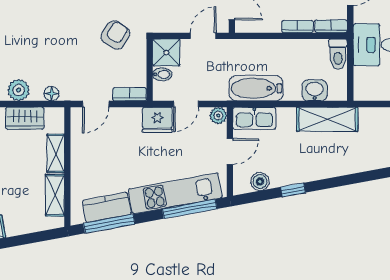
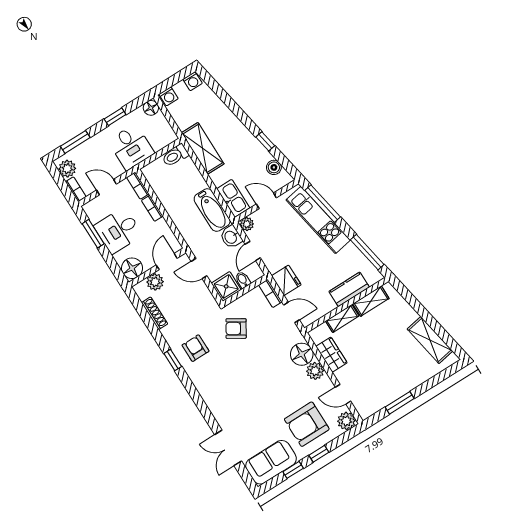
toilet: (338, 54) -> (175, 155), moved, turned 180
washbasin: (315, 90) -> (231, 237), moved
floor lamp: (51, 94) -> (302, 354), width x1.89, depth x1.89
door: (186, 104) -> (253, 251), swing flipped
fridge: (157, 120) -> (286, 280), moved
kitchen counter: (107, 207) -> (349, 289), moved, turned 100

